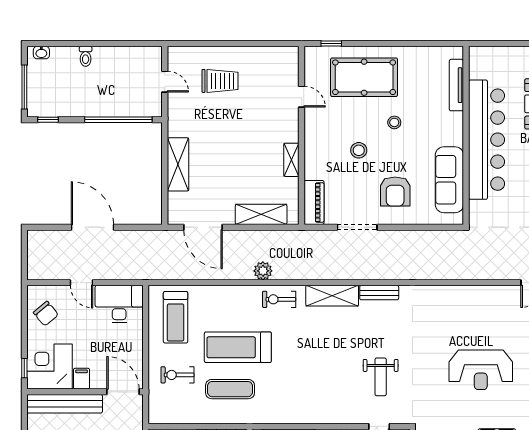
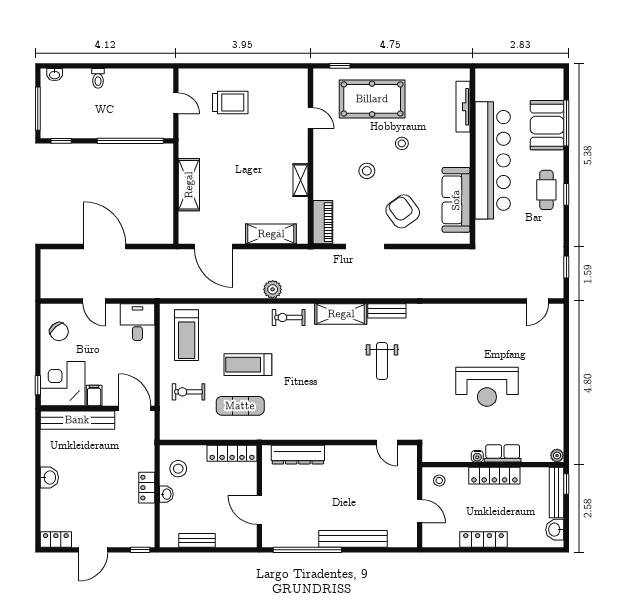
armchair: (395, 192) -> (403, 211), turned 144
desk: (119, 304) -> (137, 322), width x0.73
treadmill: (238, 347) -> (248, 365), width x0.73, depth x0.73
weight bench: (381, 377) -> (382, 361), moved

